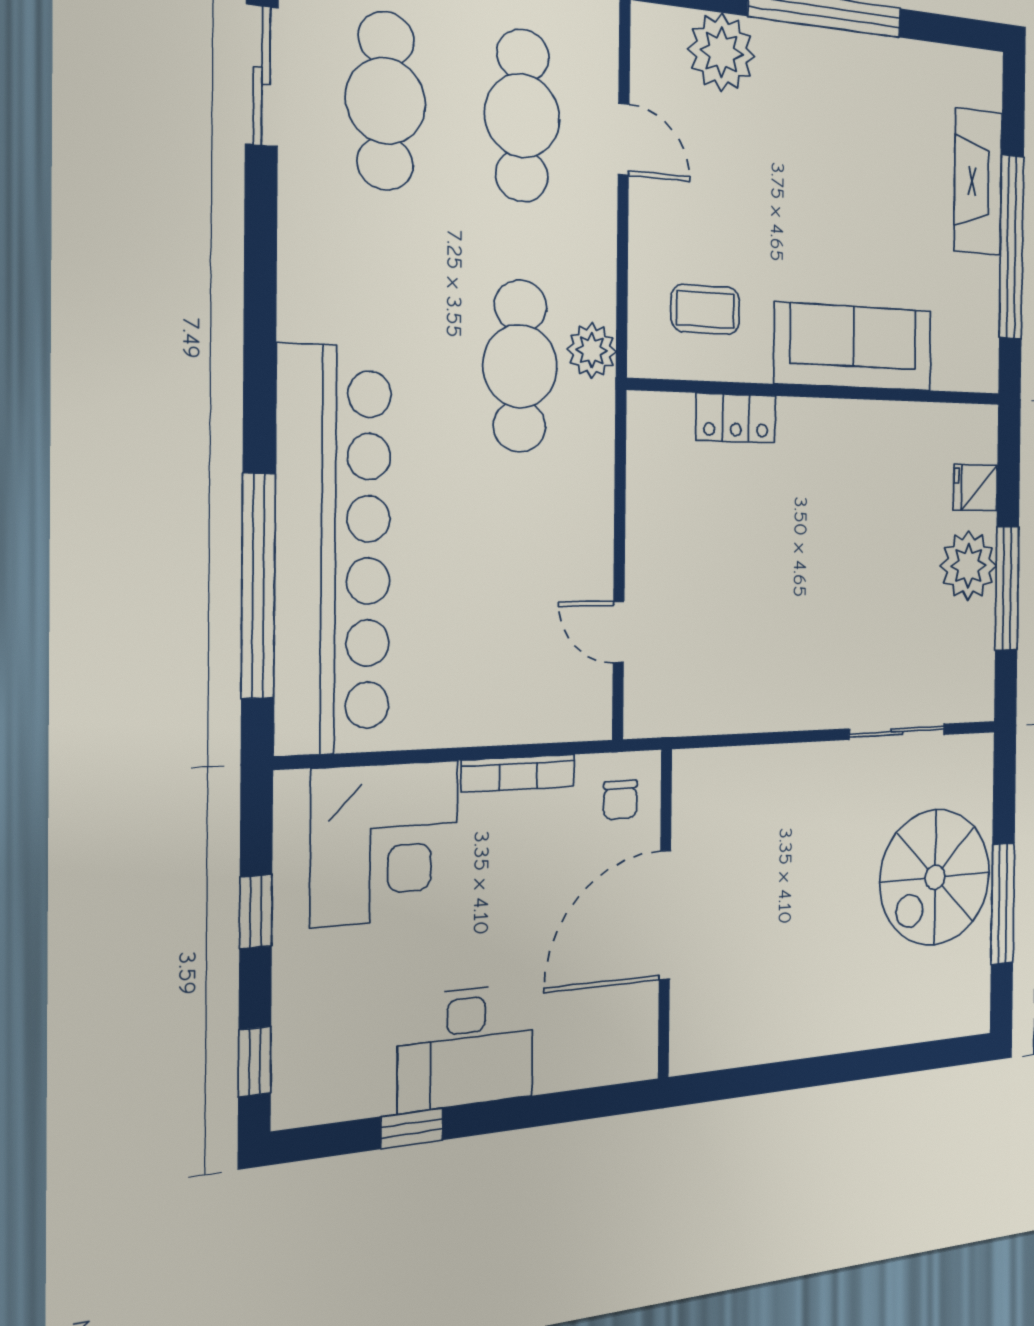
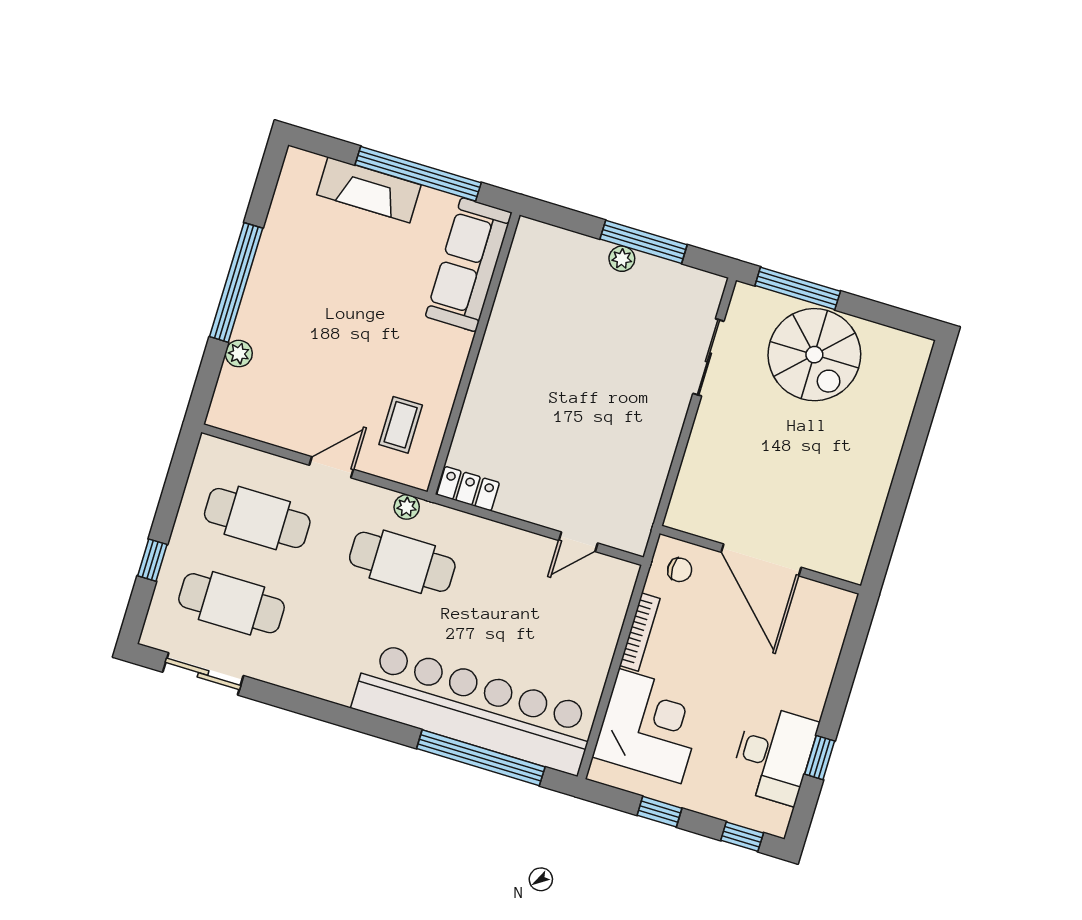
plant: (721, 52) -> (239, 354), width x0.53, depth x0.53
door: (624, 139) -> (331, 467), moved
sofa: (854, 347) -> (469, 265), moved
plant: (592, 350) -> (407, 507), width x0.73, depth x0.73
locker: (736, 418) -> (468, 489), moved, turned -90
fridge: (976, 488) -> (569, 249), removed
plant: (968, 566) -> (622, 259), width x0.53, depth x0.53
window: (1003, 904) -> (798, 288), moved
desk: (466, 1047) -> (774, 755), moved

